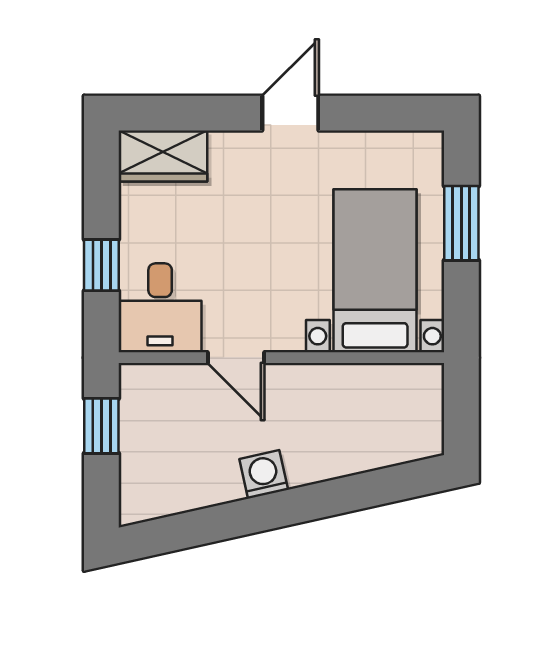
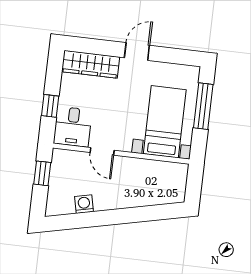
wardrobe: (163, 156) -> (91, 64), width x1.50
window: (461, 223) -> (203, 106), width x1.44
washing machine: (264, 474) -> (84, 204), moved

